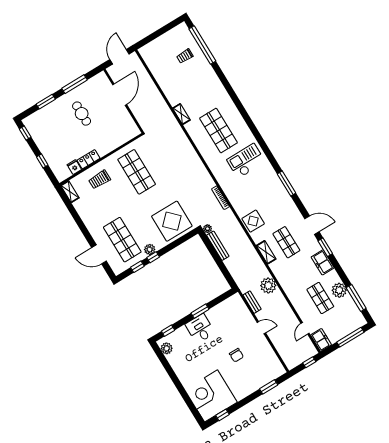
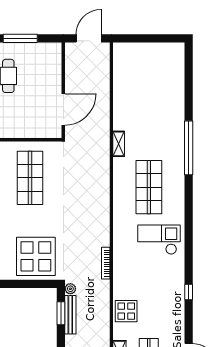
window: (202, 45) -> (189, 148), moved
trolley: (185, 56) -> (162, 82), removed
door: (120, 95) -> (63, 109), moved
window: (287, 183) -> (189, 292), width x0.46
window: (211, 249) -> (61, 313), added

